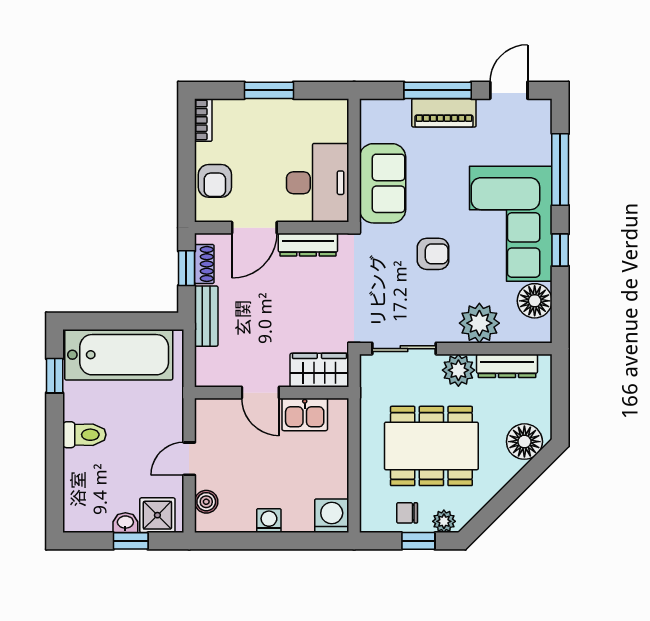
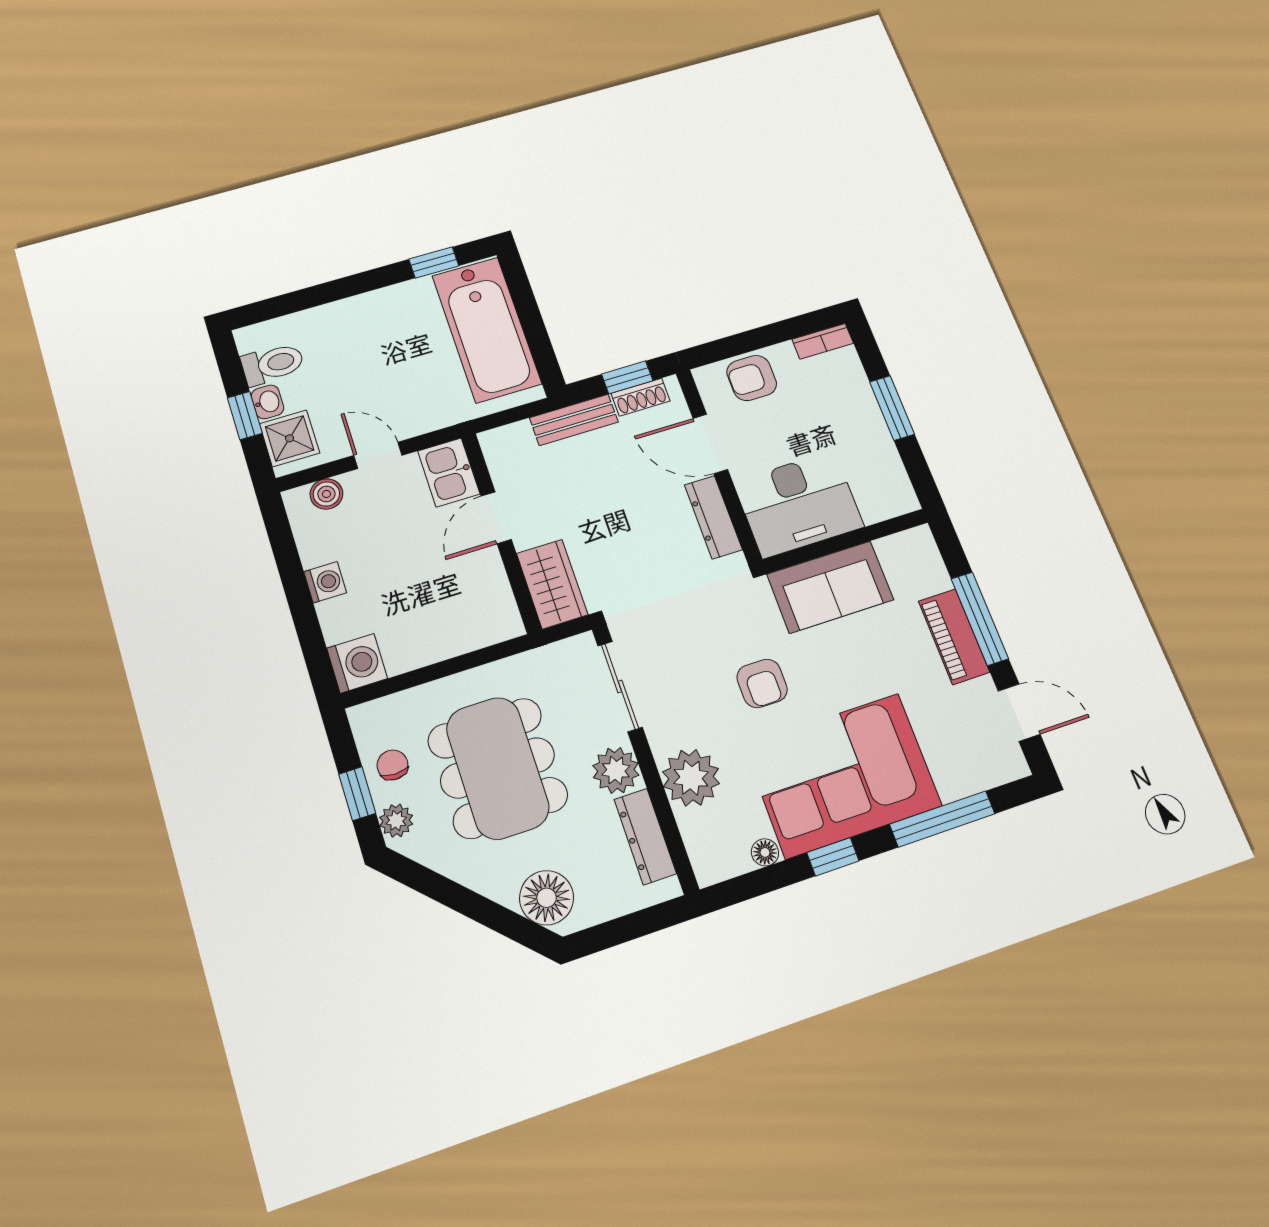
floor lamp: (535, 301) -> (765, 852), width x0.53, depth x0.53
kitchen sink: (305, 414) -> (449, 472), moved
toilet: (84, 435) -> (273, 364), moved, turned -90

